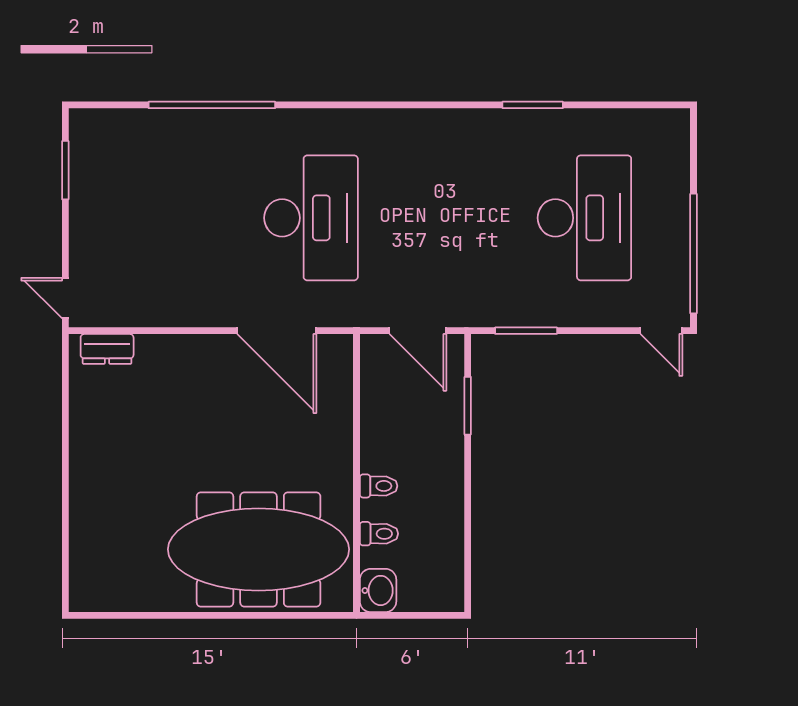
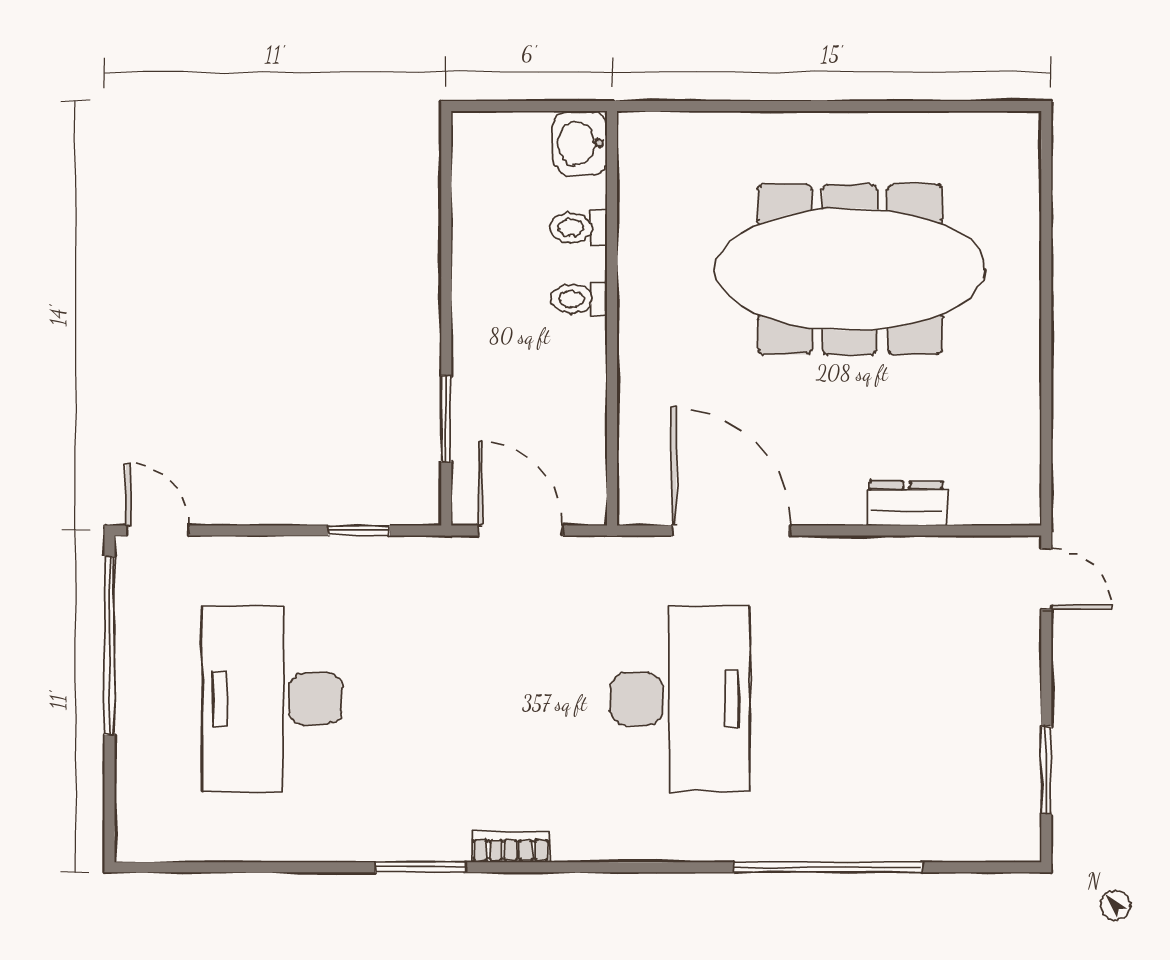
window: (533, 105) -> (420, 867), moved
bookcase: (424, 119) -> (511, 846), added
desk: (311, 218) -> (680, 699), turned 180
window: (526, 331) -> (359, 531), width x0.67
dresser: (107, 349) -> (906, 503), moved
meeting table: (259, 549) -> (850, 269), moved

